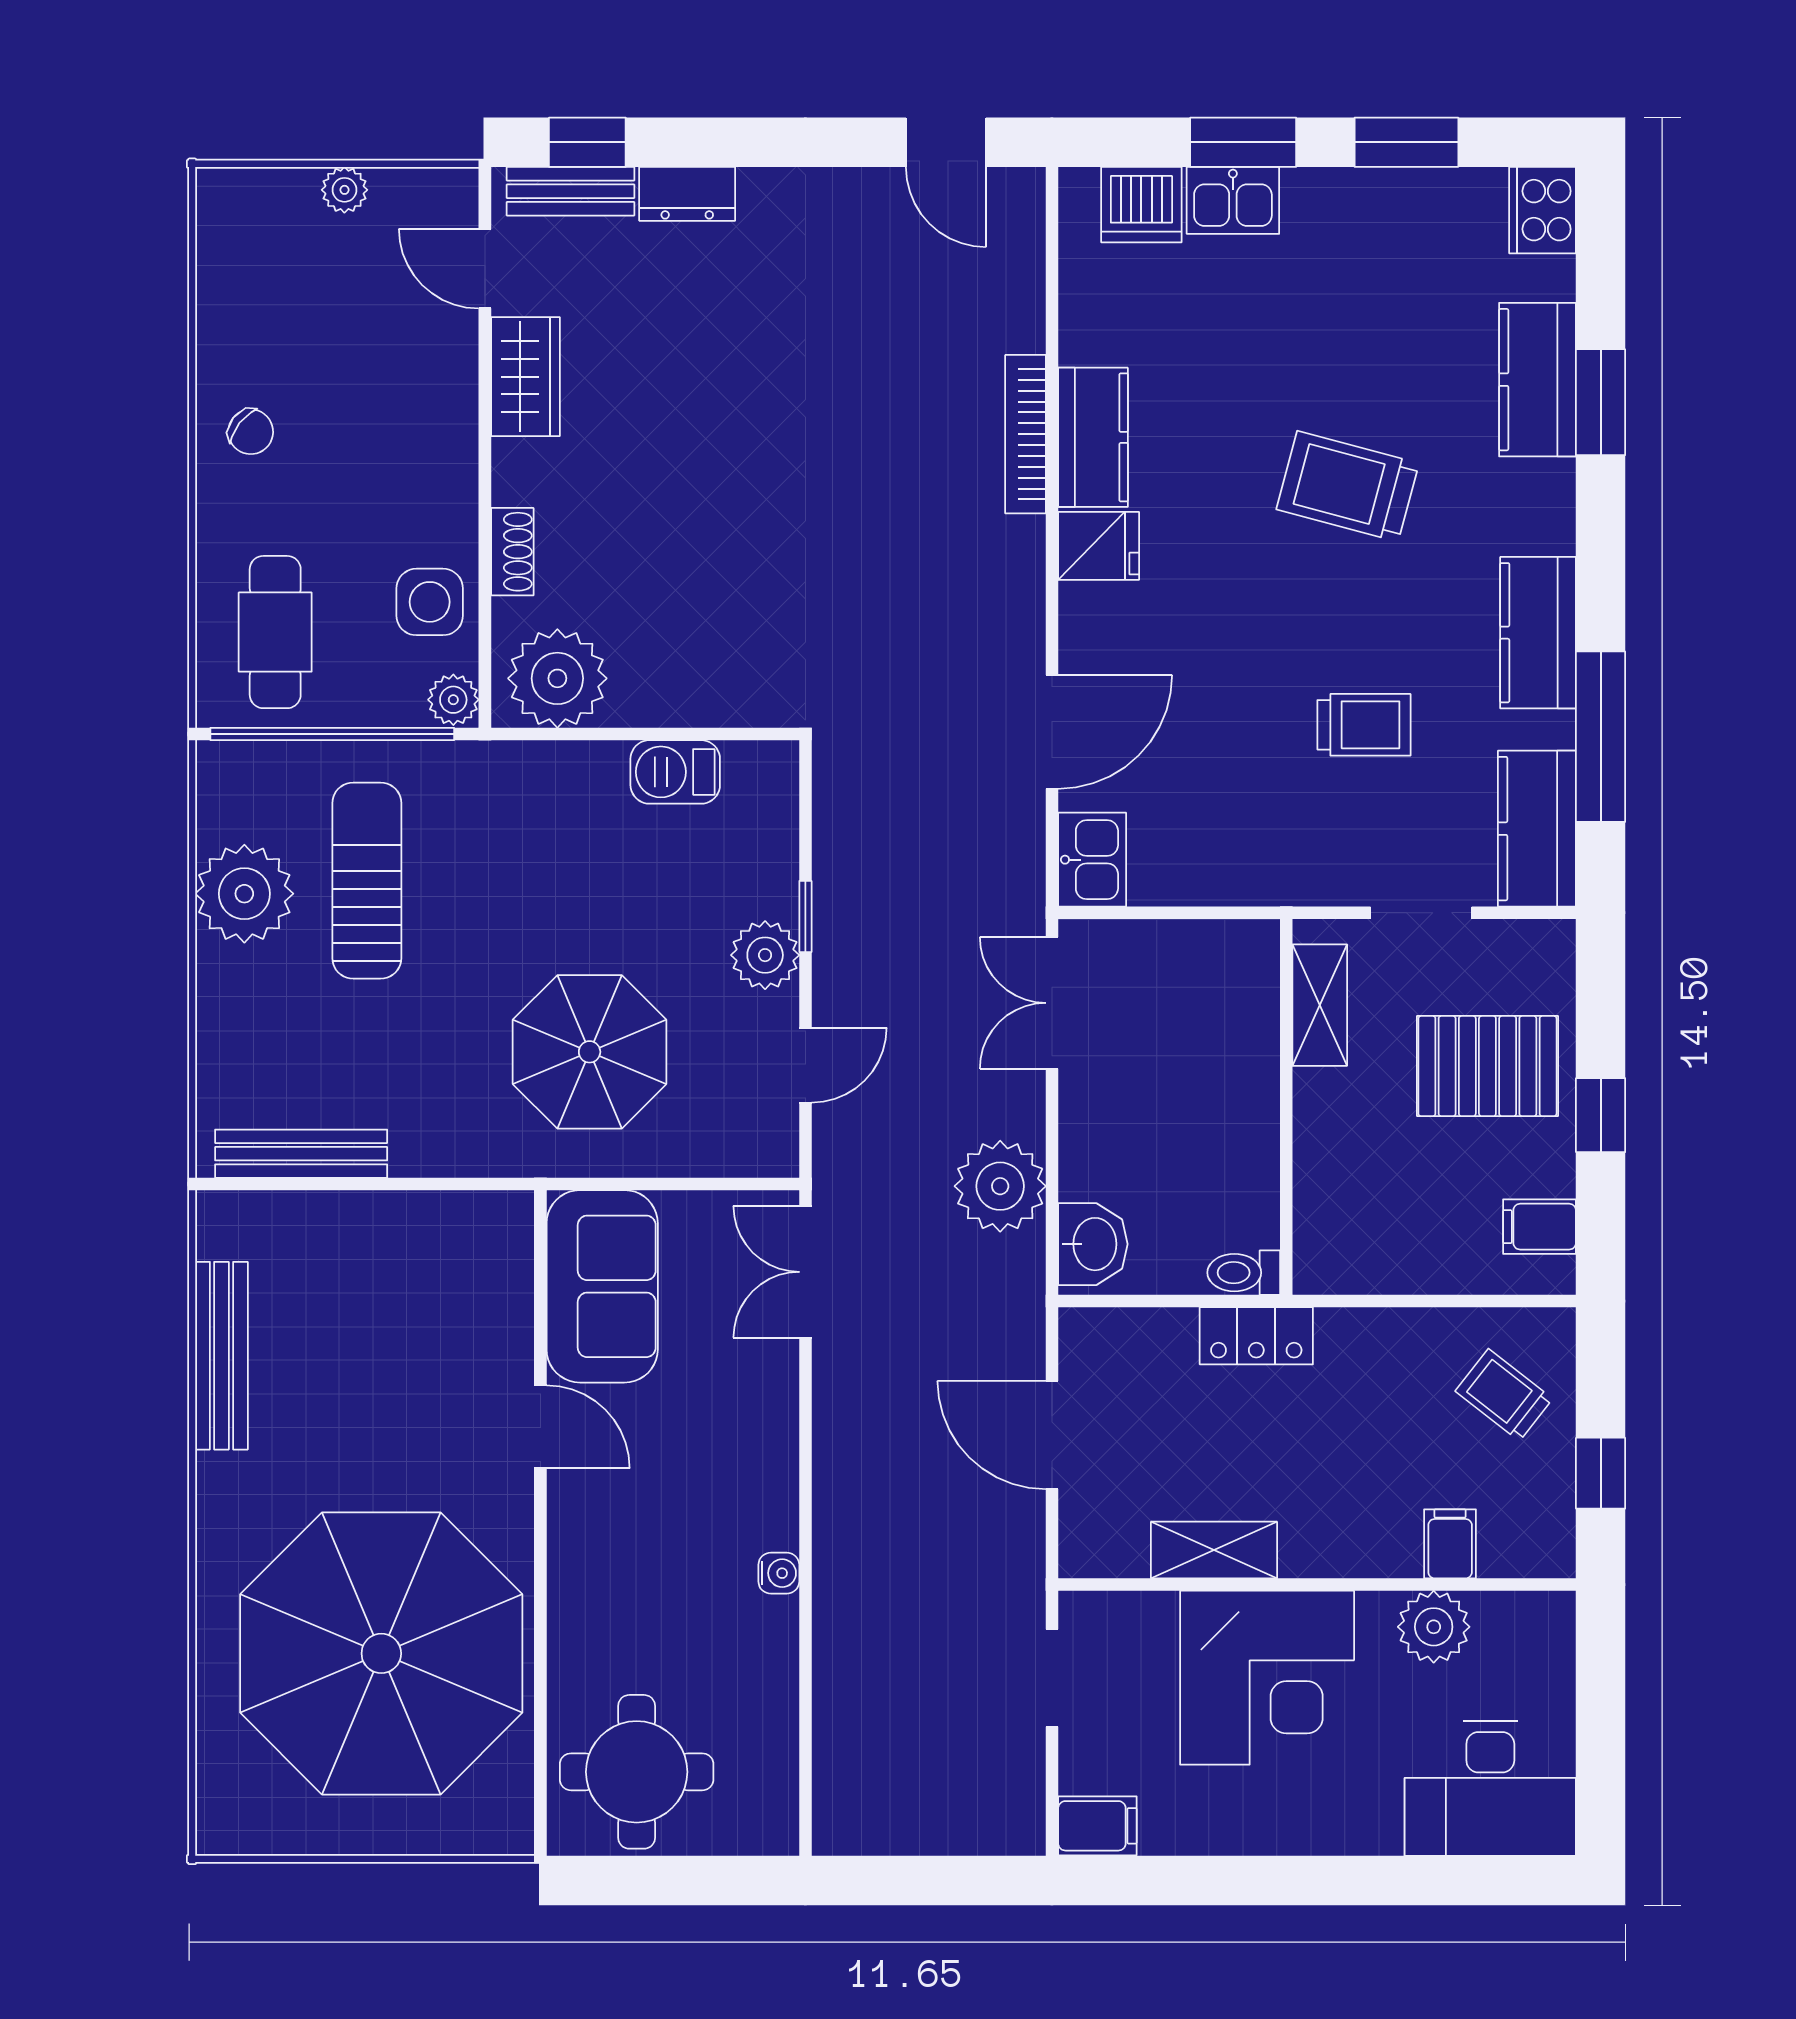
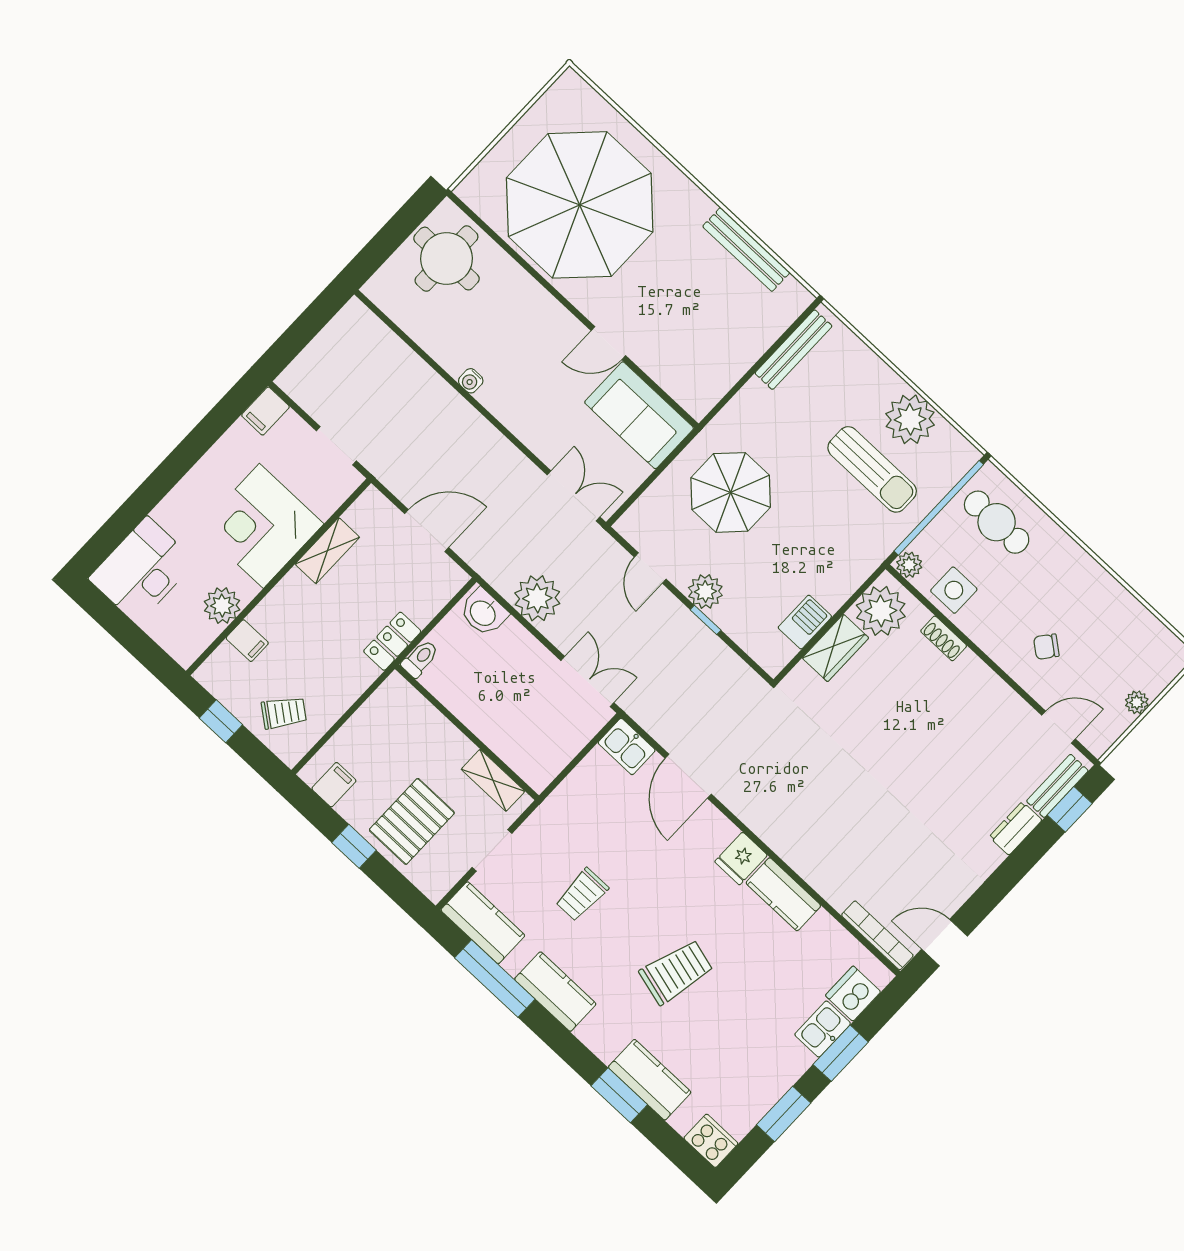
wardrobe: (526, 377) -> (836, 648), moved, turned -90
chair: (251, 432) -> (1046, 647), moved
bookcase: (1026, 434) -> (877, 935), moved

